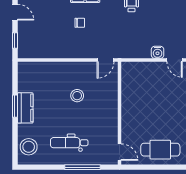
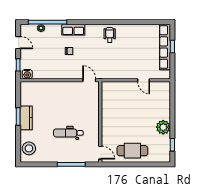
water cooler: (158, 52) -> (27, 74), moved
door: (105, 60) -> (89, 80), swing flipped
stool: (77, 96) -> (67, 108), removed
dental chair: (69, 143) -> (68, 133), moved

